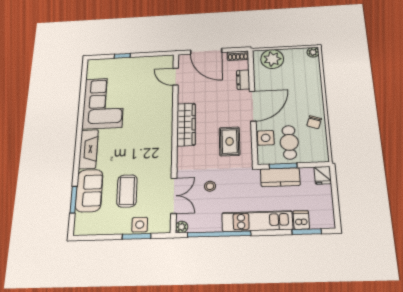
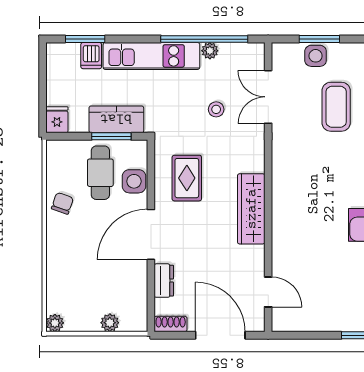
plant: (272, 59) -> (110, 323), width x0.53, depth x0.53
plant: (182, 227) -> (210, 51), moved

